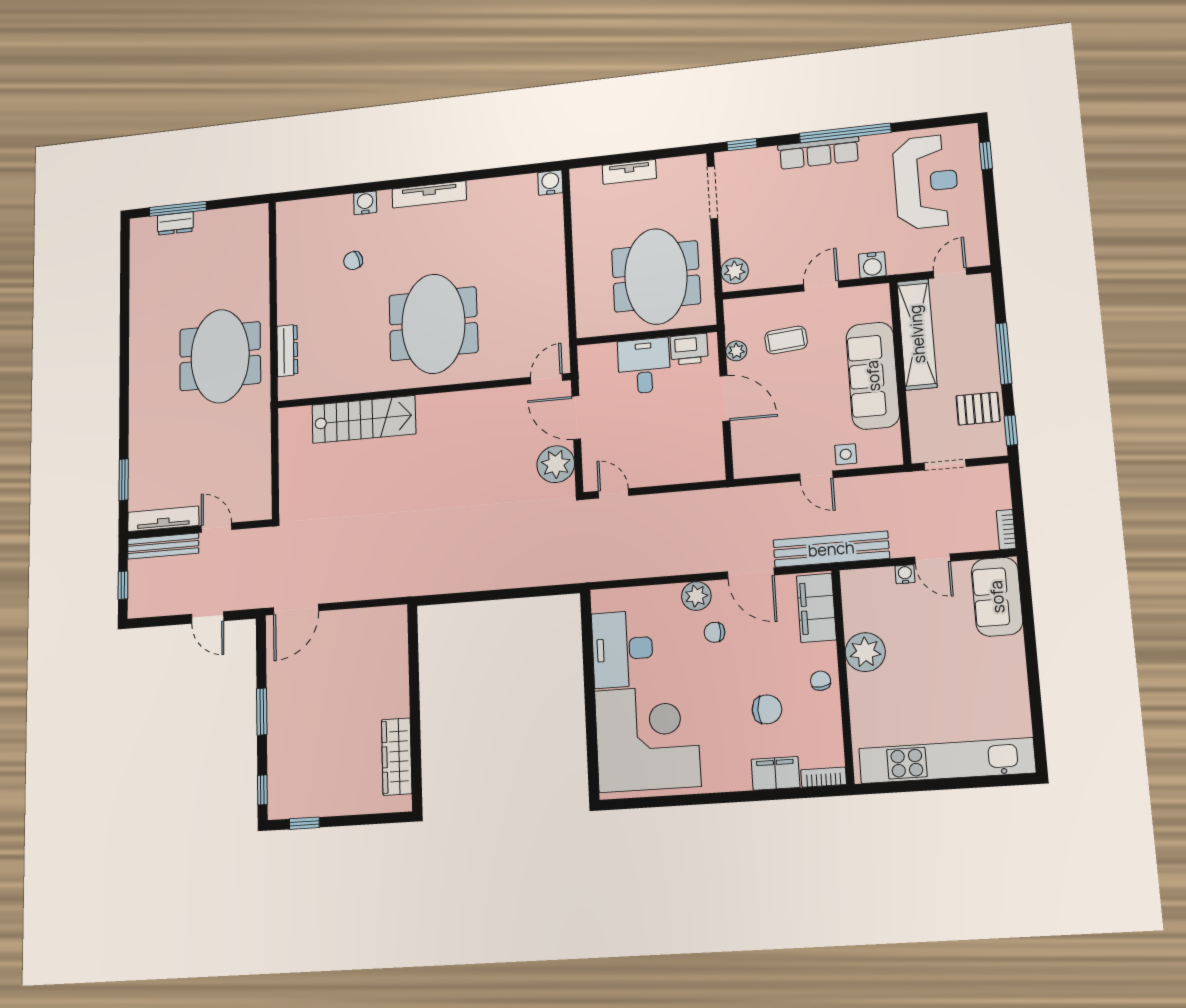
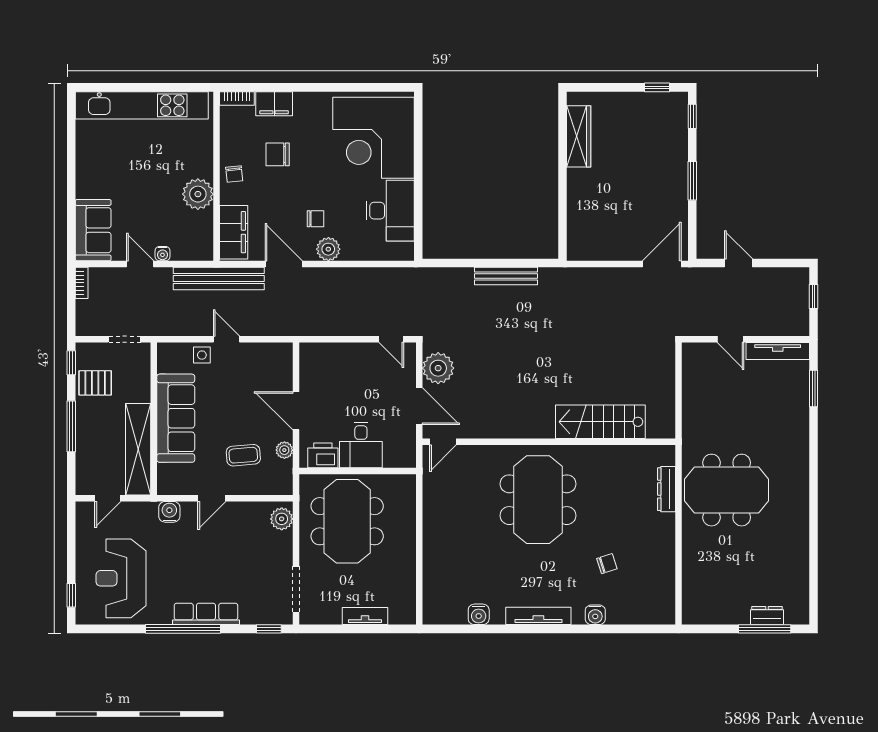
water cooler: (550, 183) -> (479, 614), moved
meeting table: (220, 356) -> (727, 490), turned 90
bench: (163, 546) -> (506, 276), moved

